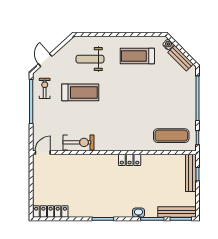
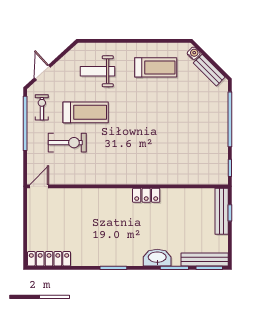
treadmill: (137, 56) -> (156, 67), turned 180
exercise mat: (171, 136) -> (198, 165), removed
exercise bike: (78, 142) -> (67, 143), moved
washbasin: (138, 213) -> (157, 258), width x1.91, depth x1.45

